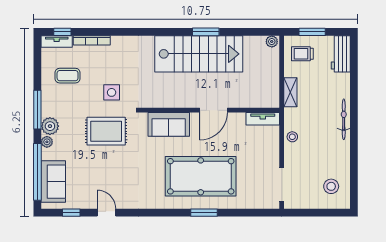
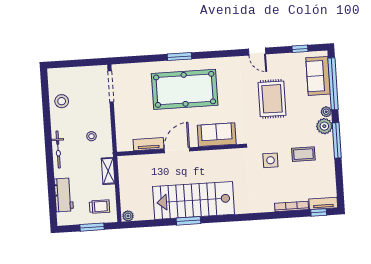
workbench: (341, 54) -> (64, 195), moved
coffee table: (68, 76) -> (303, 154), moved
tv unit: (263, 119) -> (148, 144), moved
rug: (106, 131) -> (272, 99), moved, turned 90
stool: (292, 137) -> (91, 136), moved
stool: (331, 186) -> (62, 101), moved
door: (106, 213) -> (257, 52), moved

